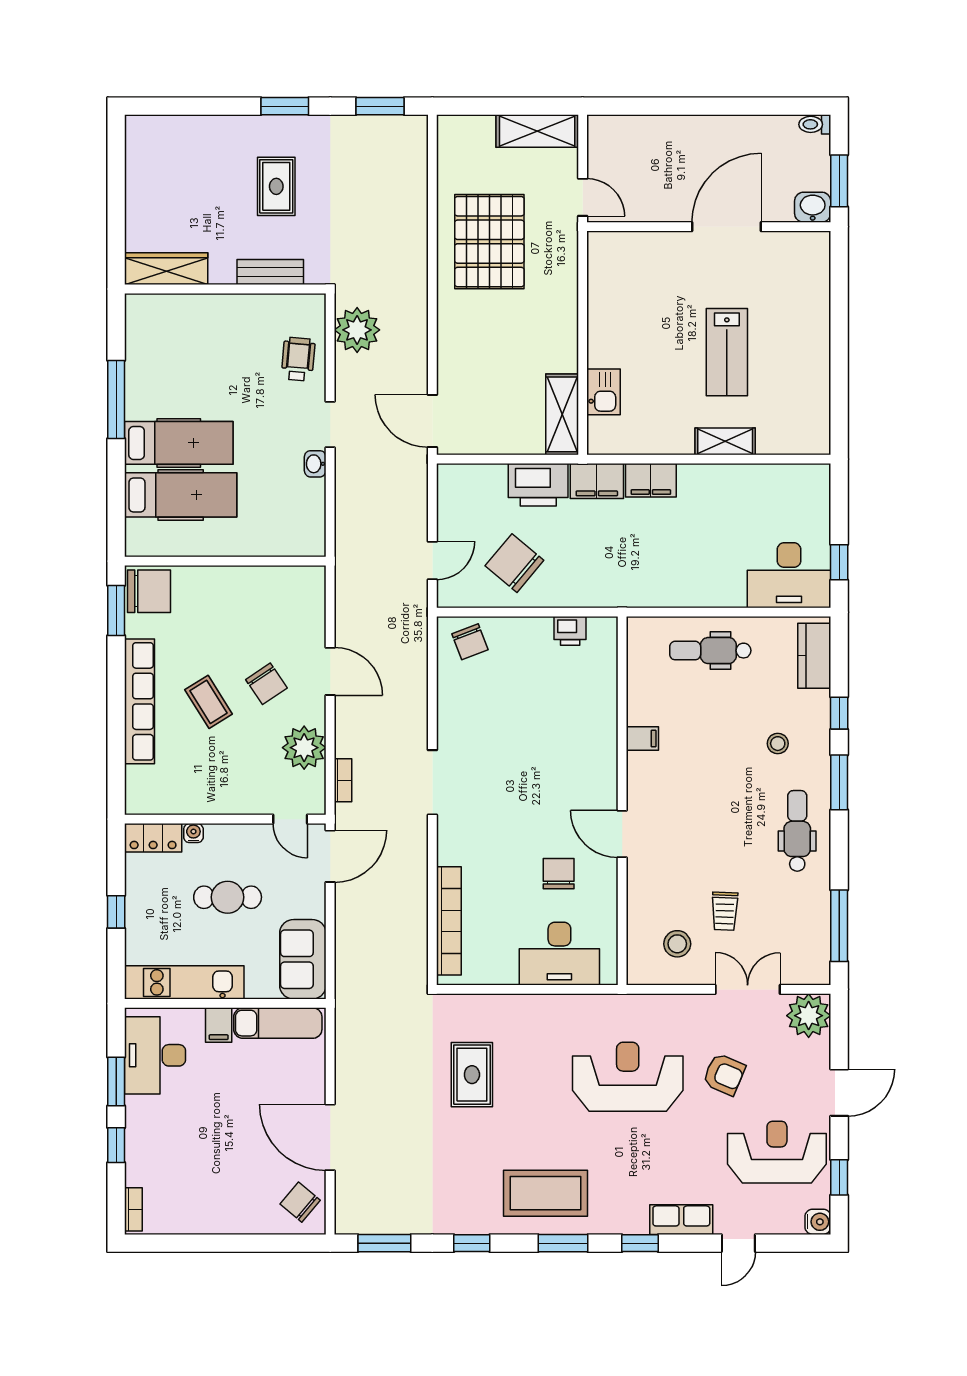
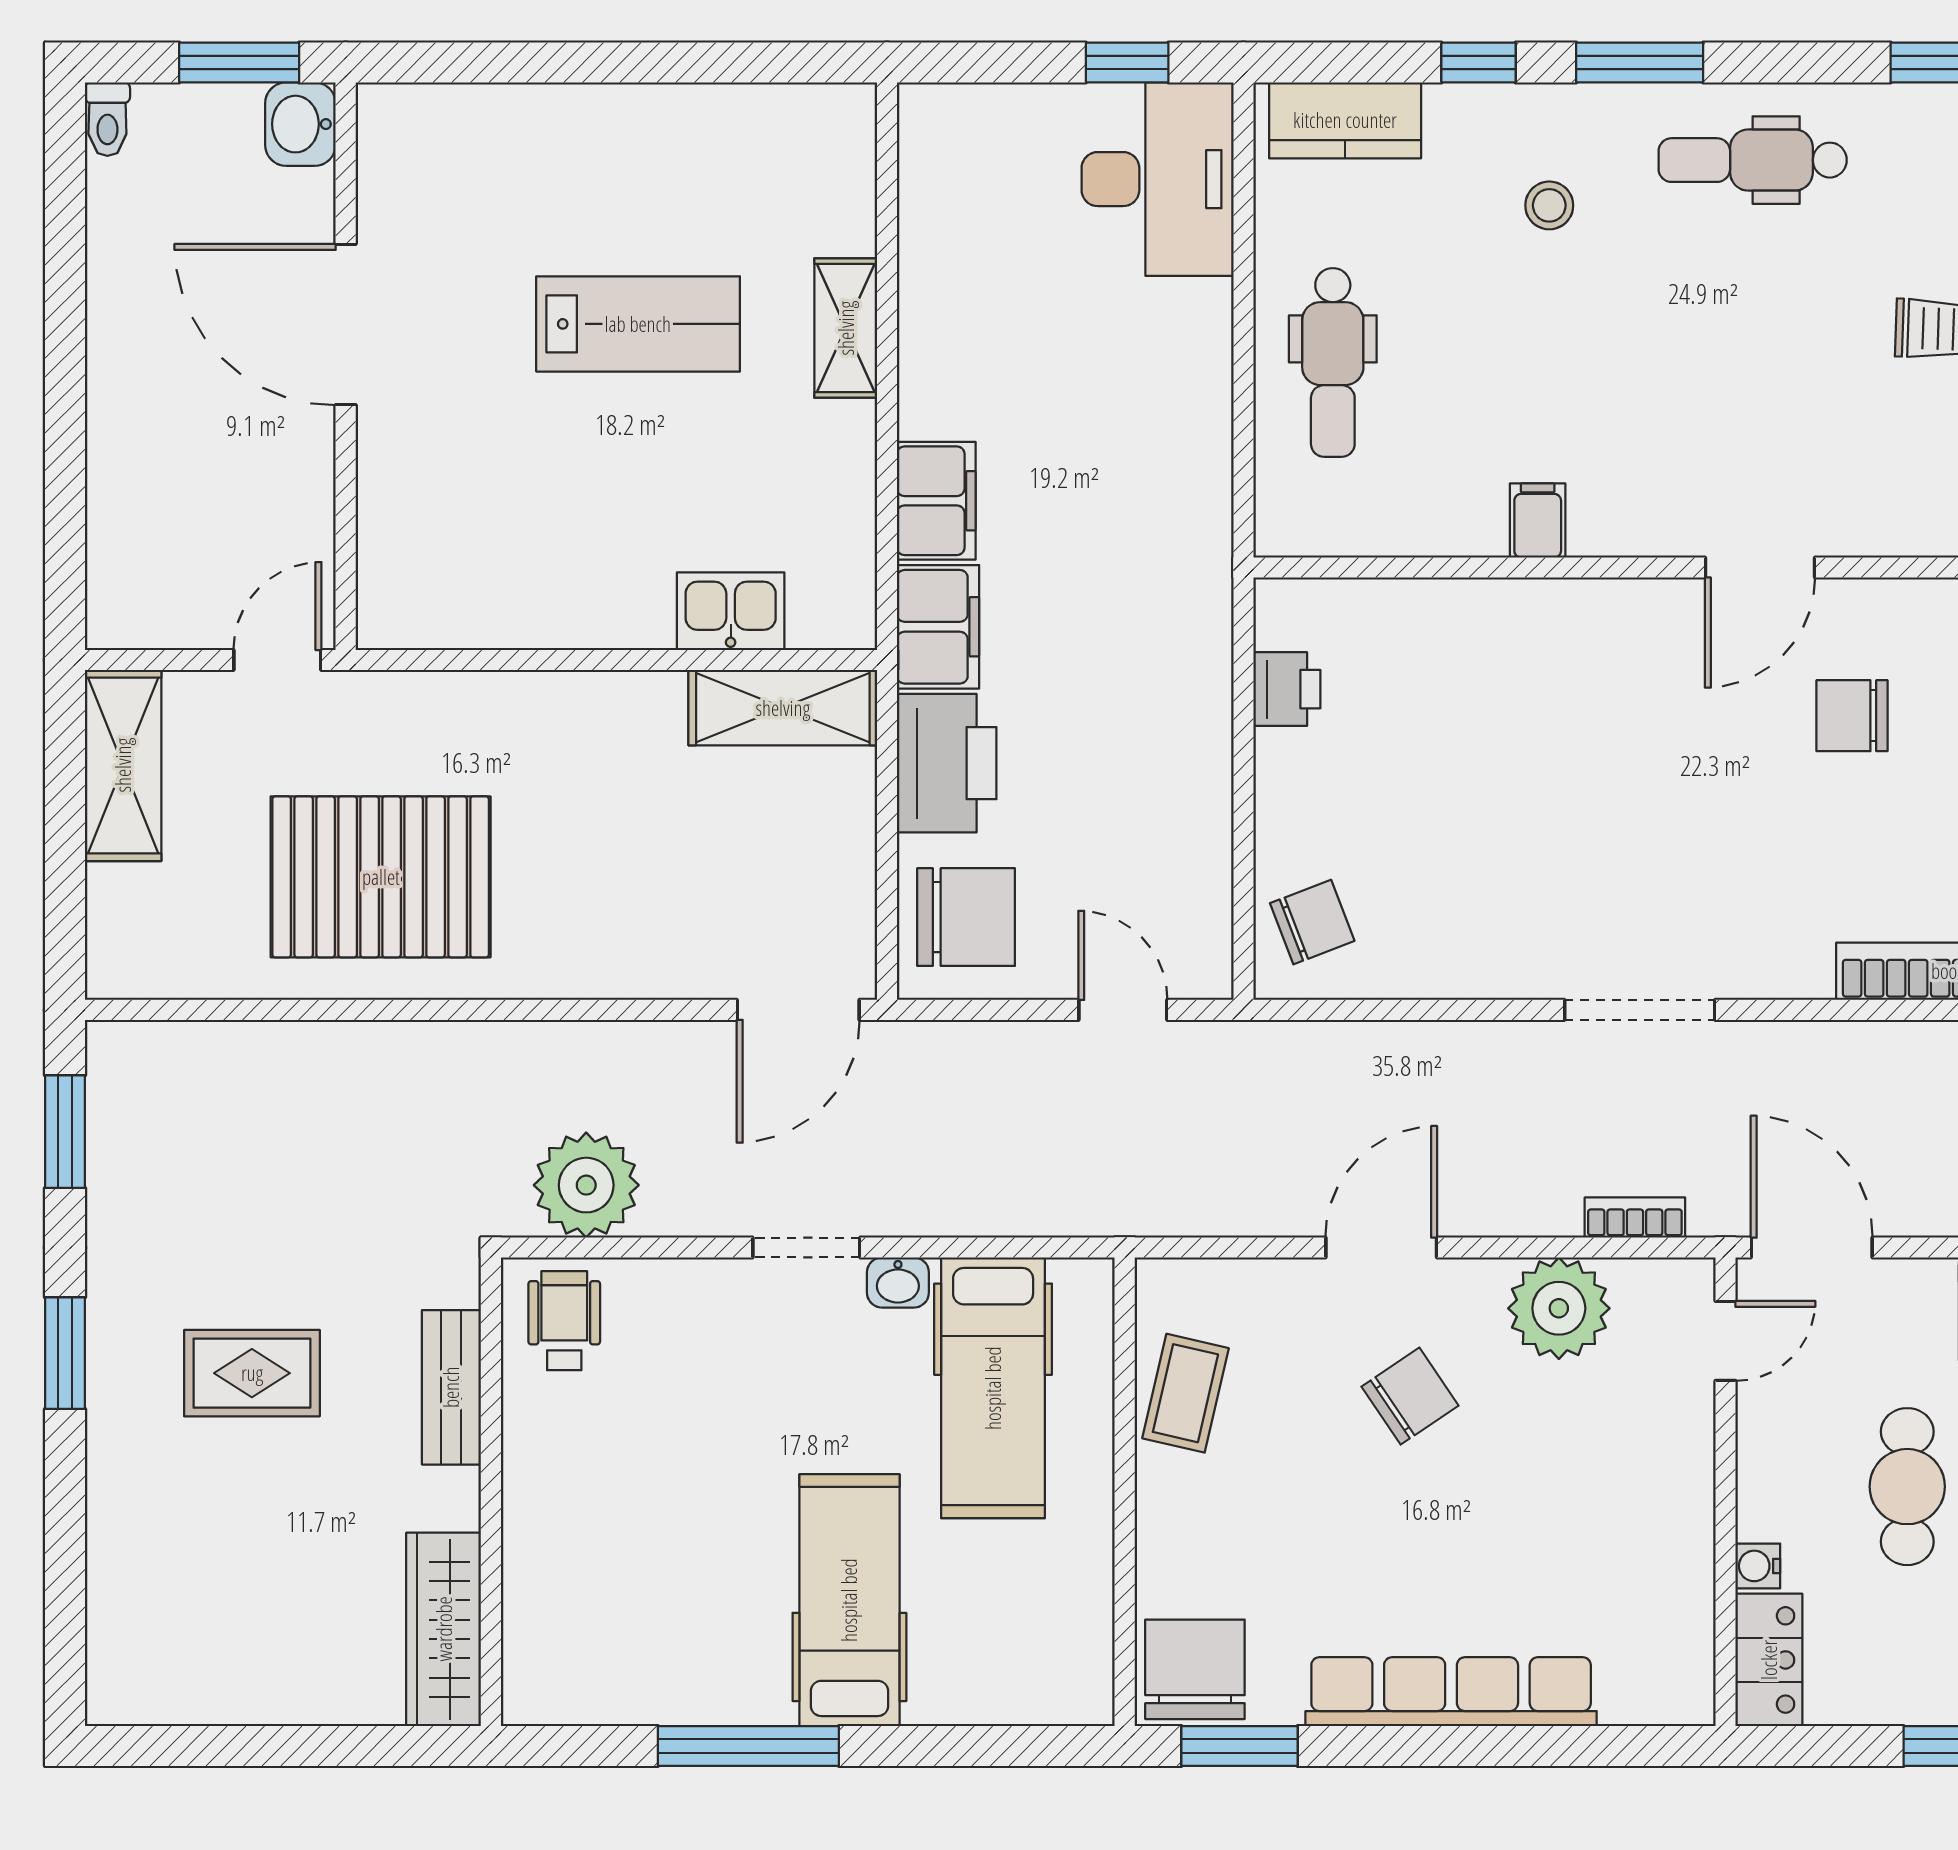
wheelchair: (298, 359) -> (564, 1321), moved, turned 85
hospital bed: (181, 495) -> (993, 1388), moved, turned 180
chair: (514, 563) -> (966, 917), moved, turned -130
coffee table: (209, 702) -> (1185, 1393), moved, turned -45

